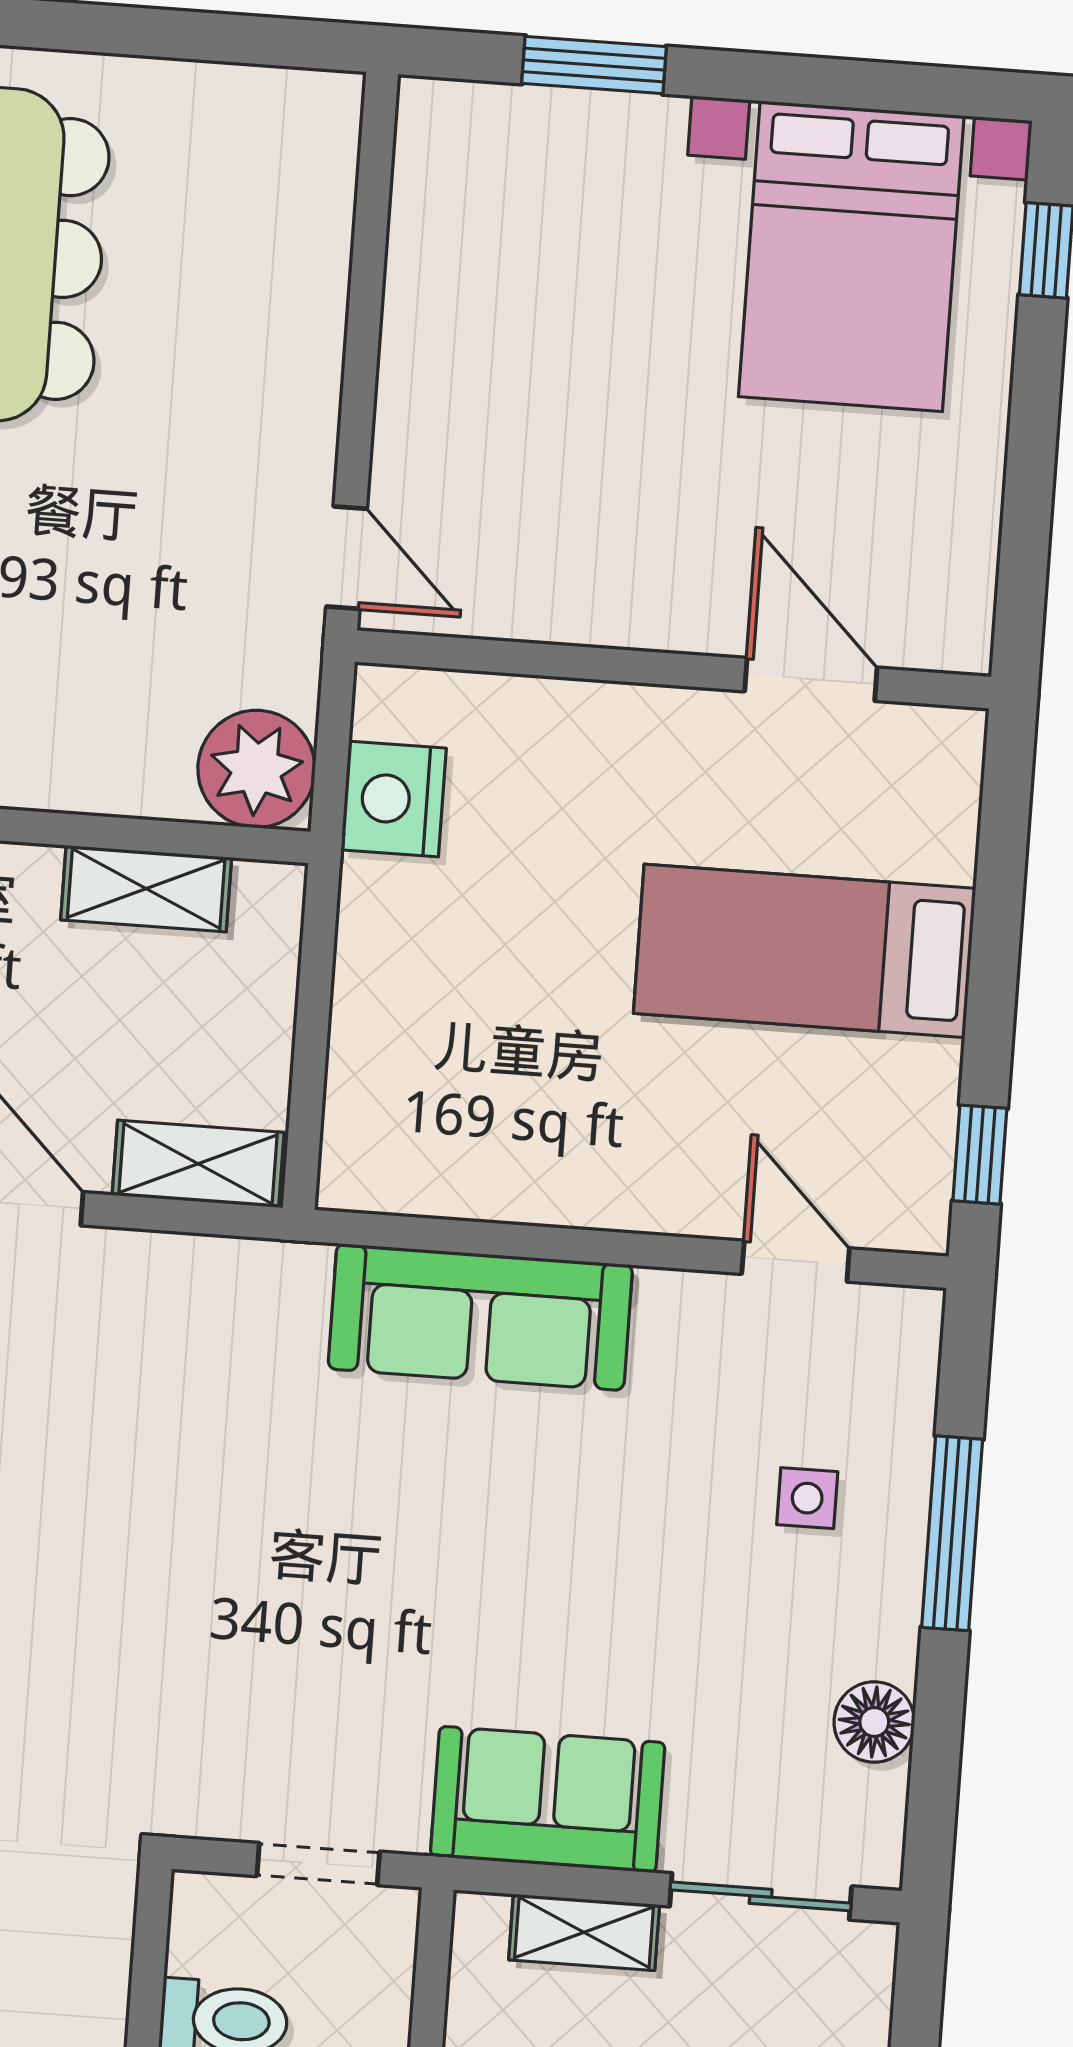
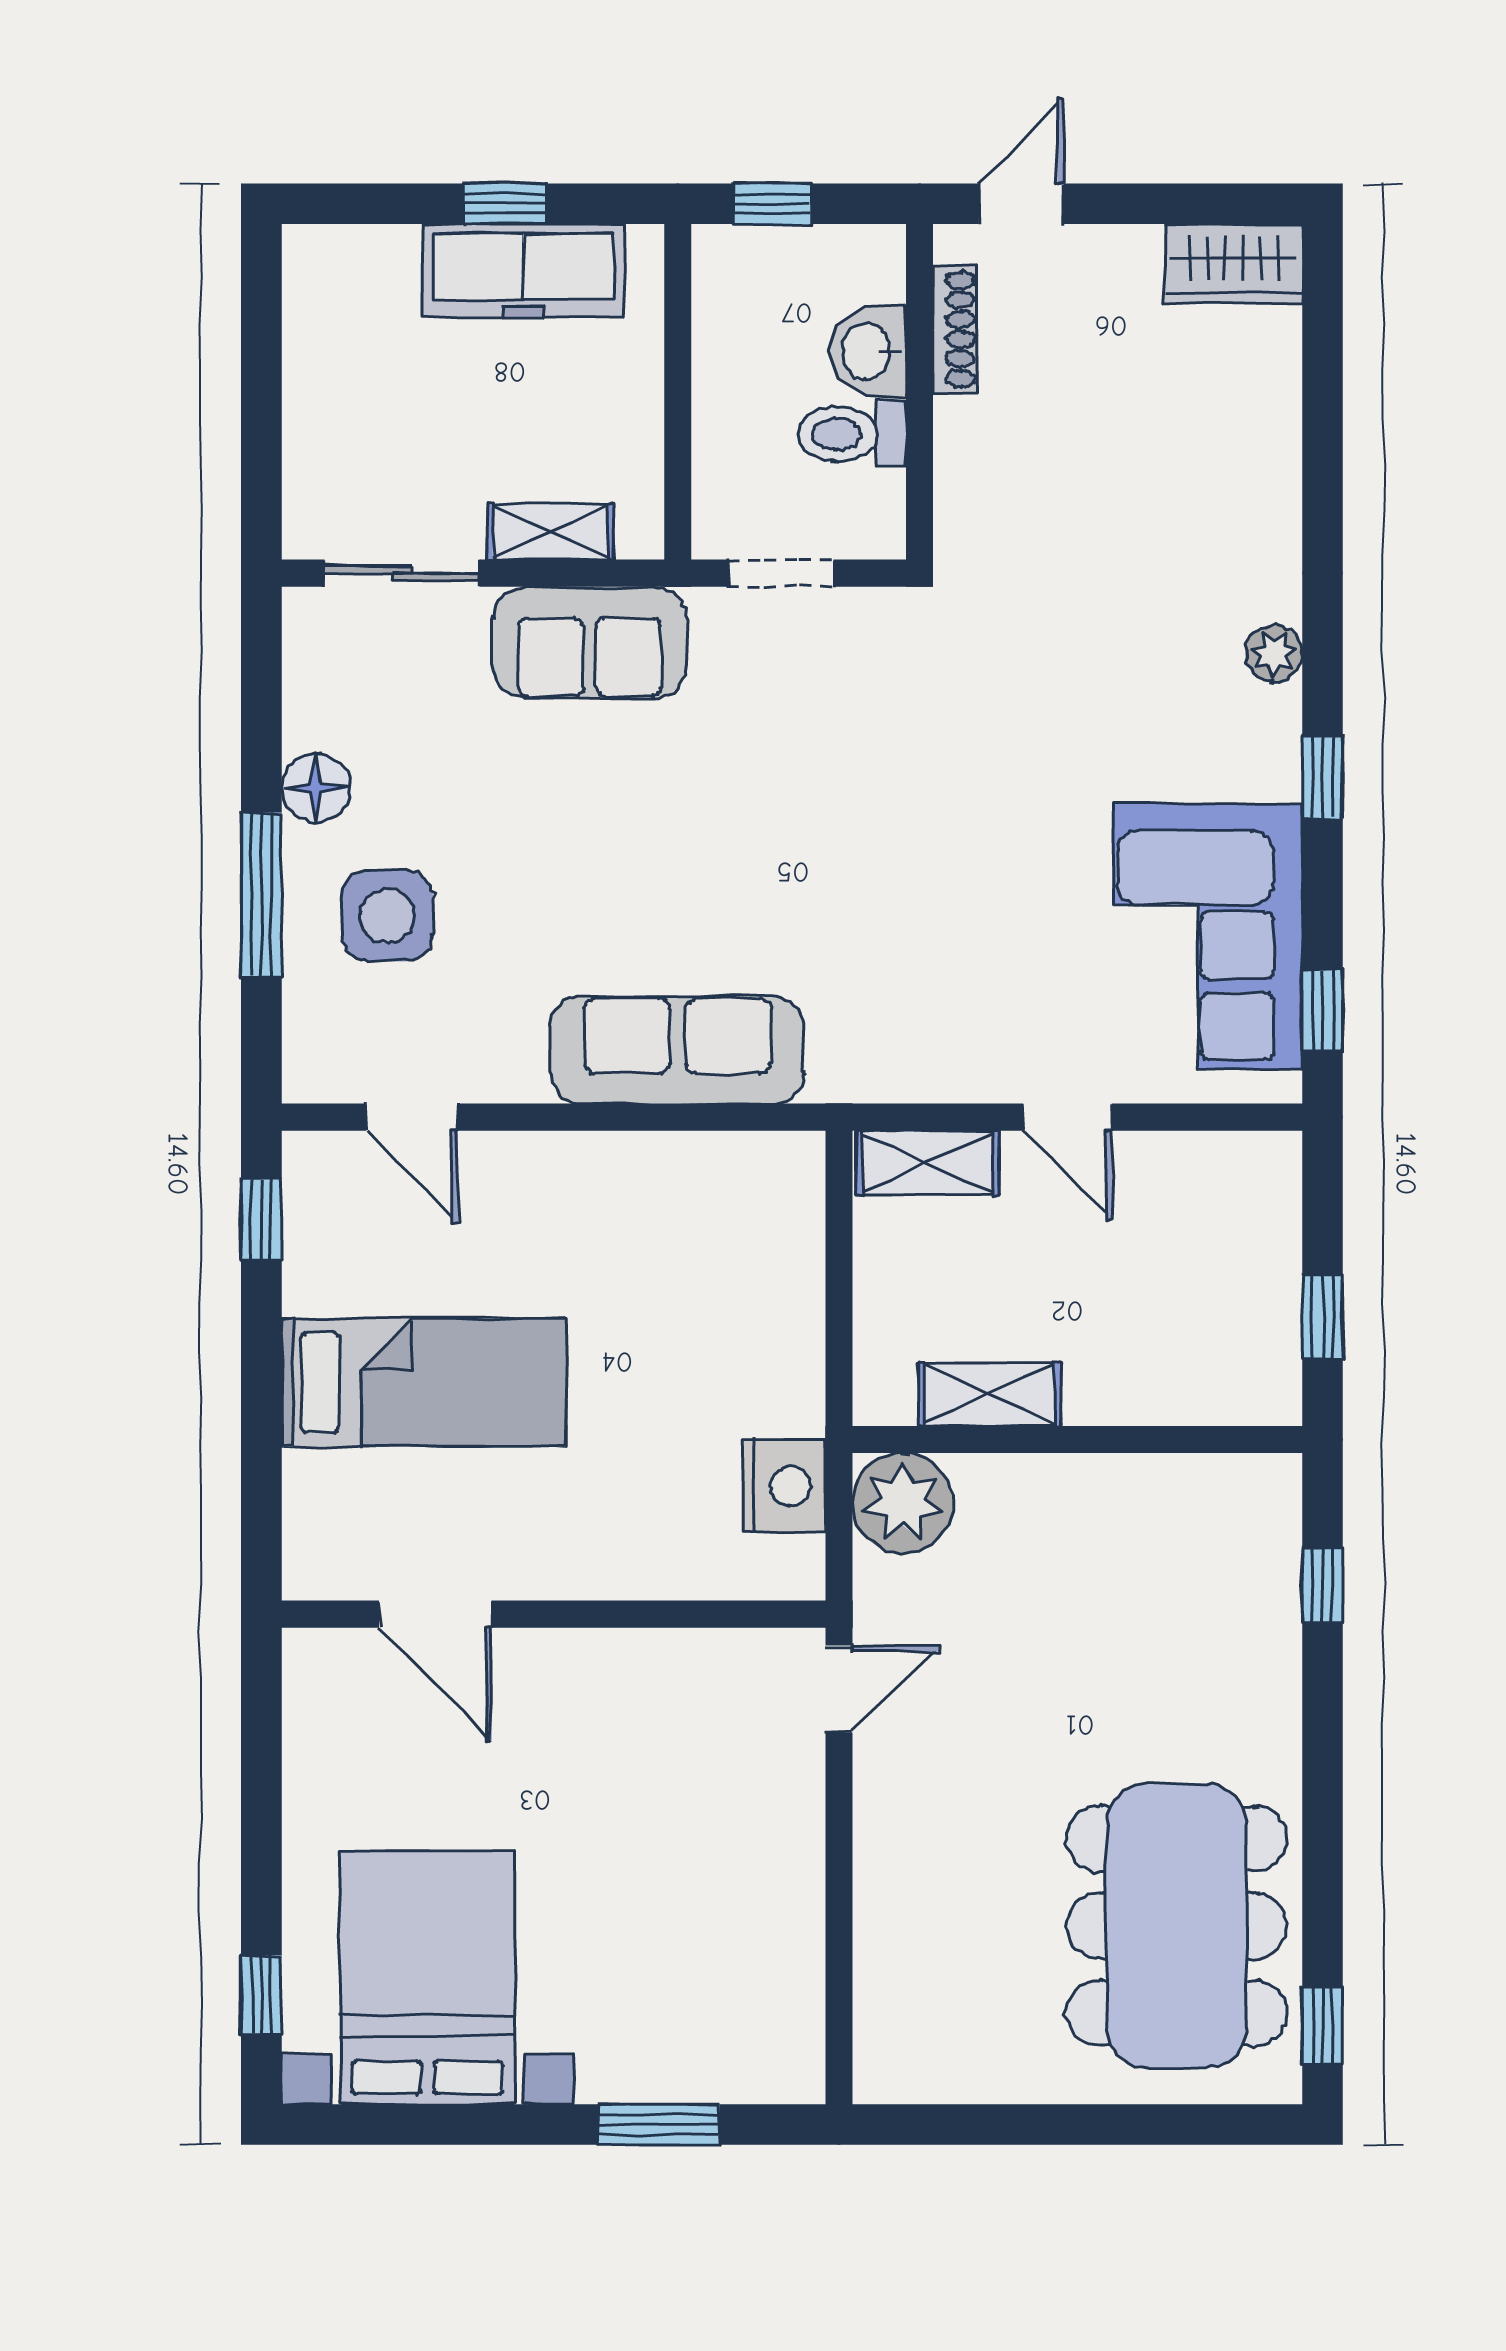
door: (347, 558) -> (839, 1689), swing flipped
side table: (807, 1498) -> (387, 916), width x1.87, depth x1.87
floor lamp: (874, 1722) -> (316, 788), moved

